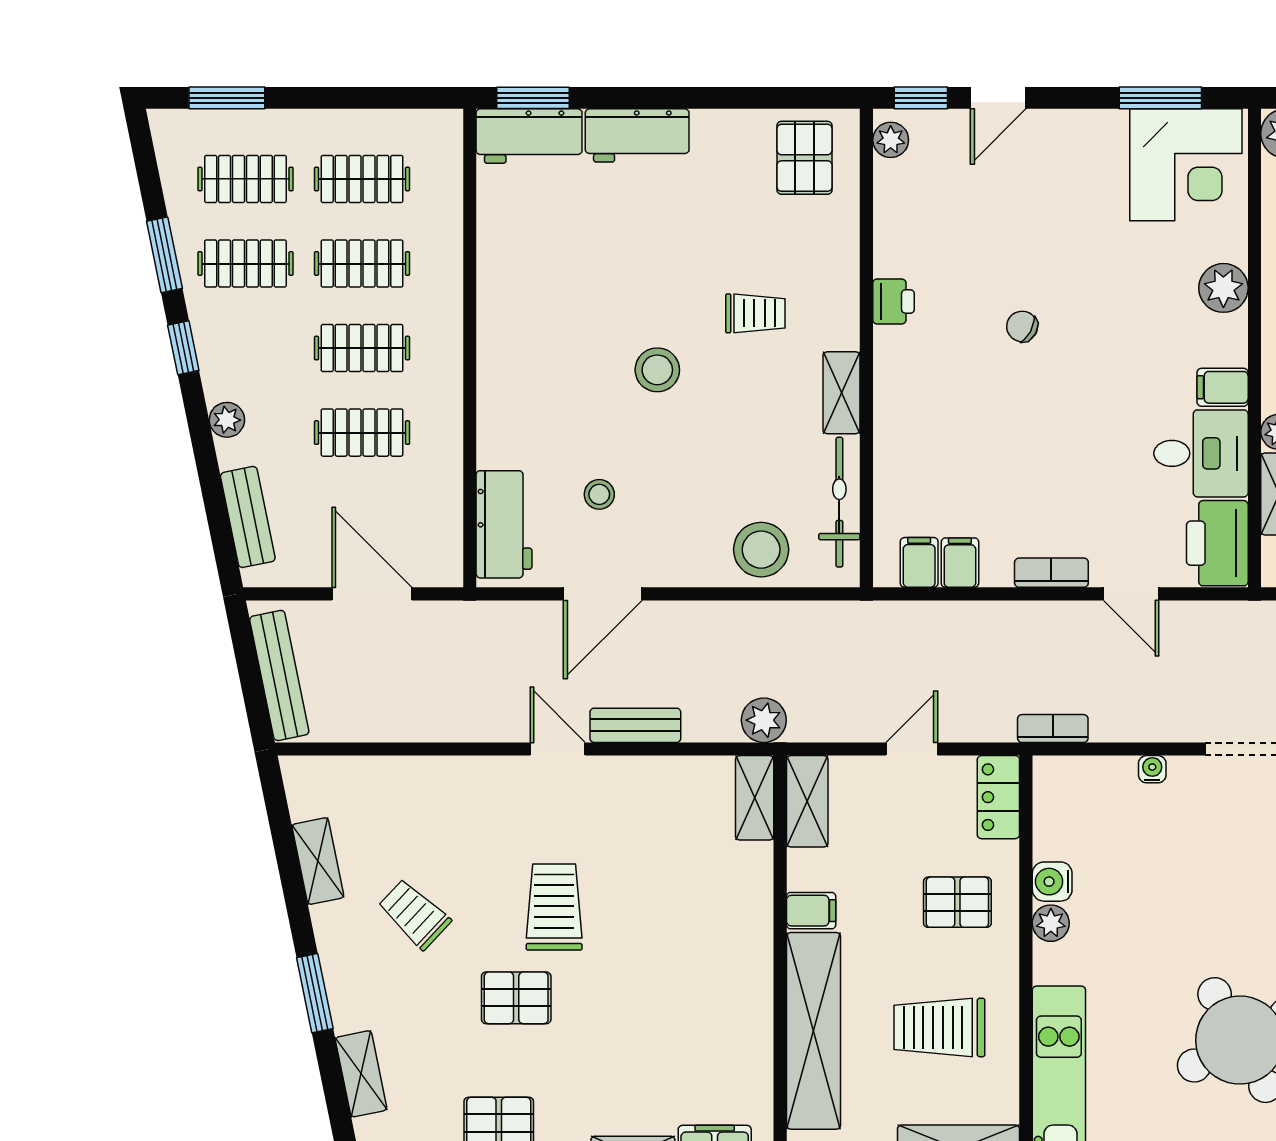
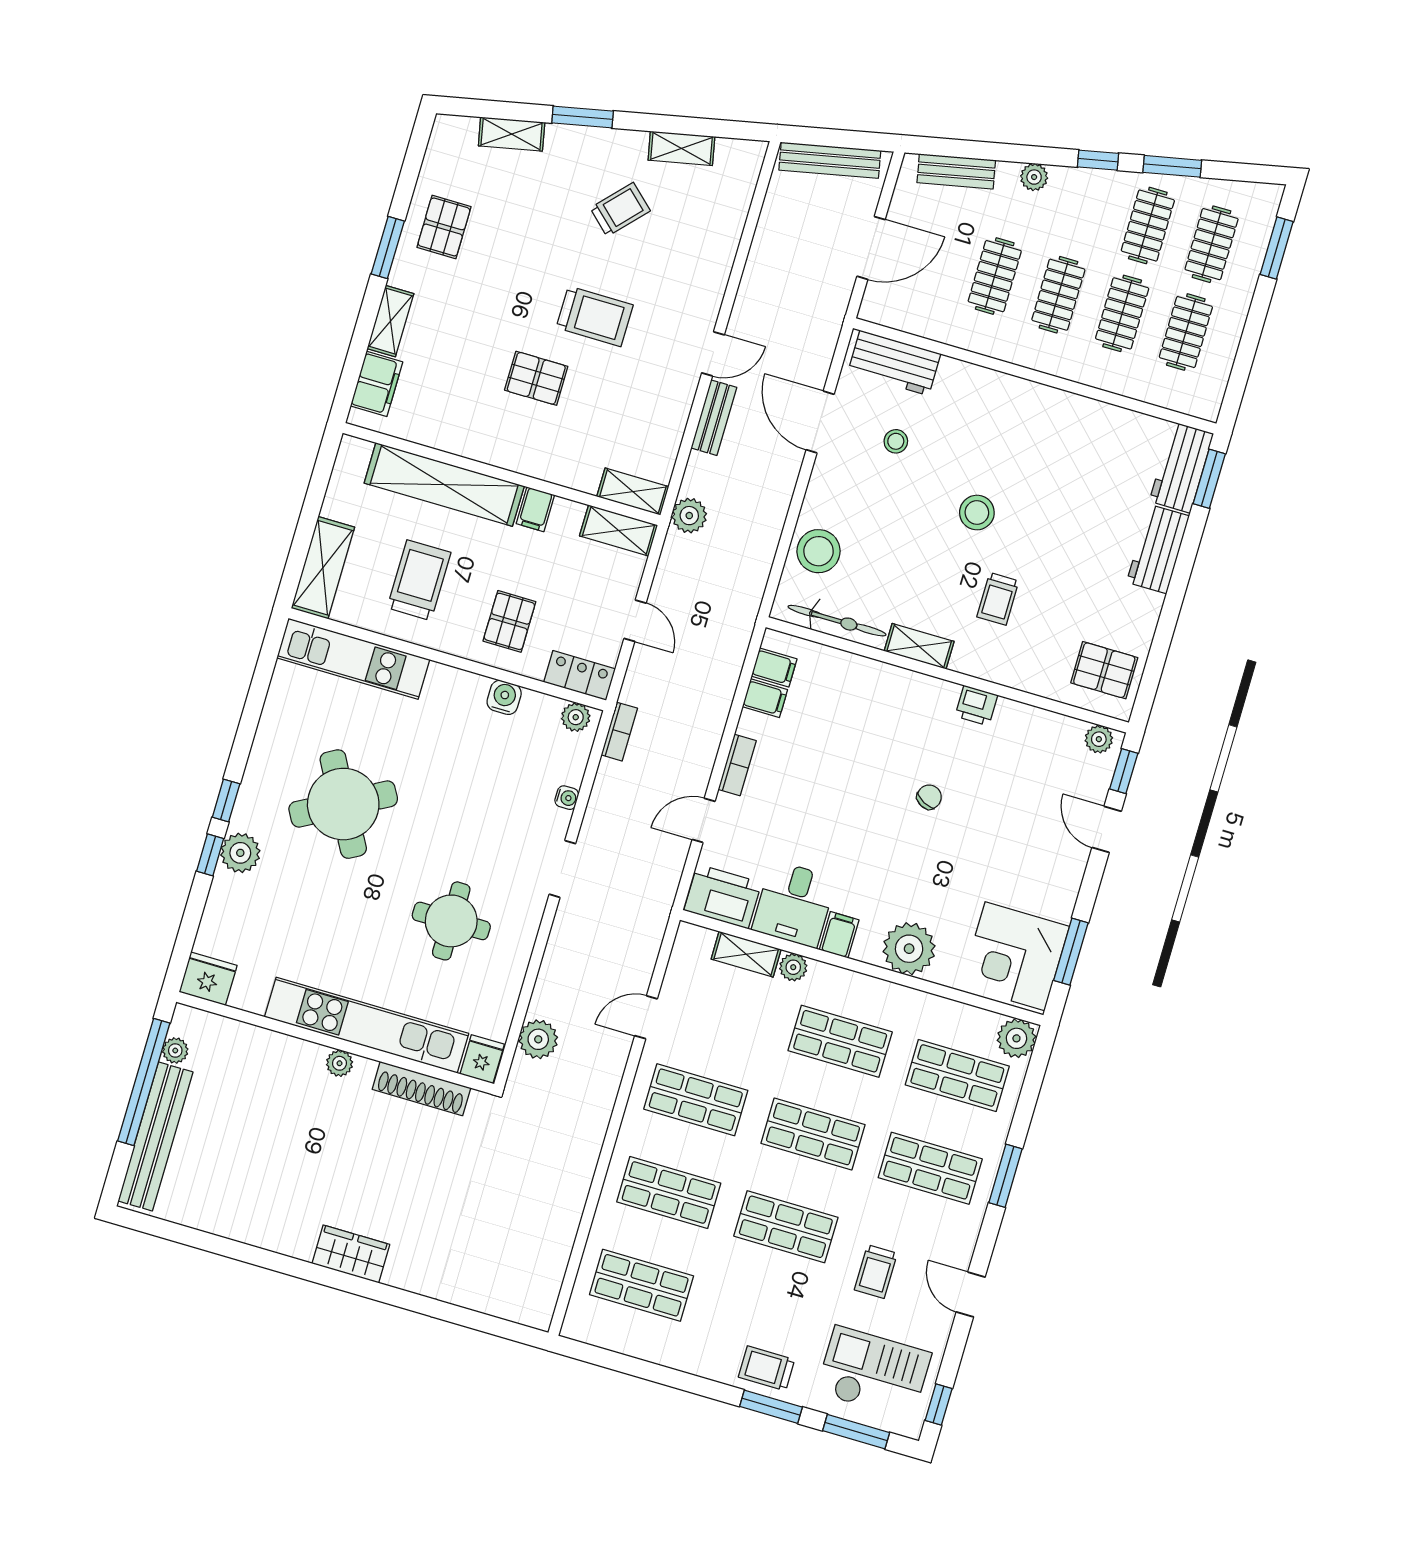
plant: (1223, 288) -> (909, 949), width x1.36, depth x1.36
plant: (1051, 923) -> (576, 717), moved
pallet: (516, 998) -> (536, 378), moved, turned 90

